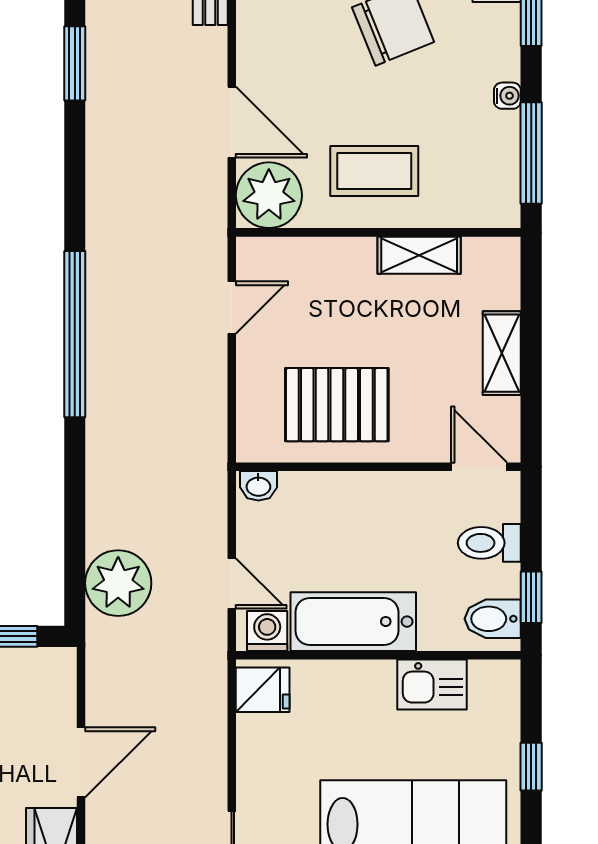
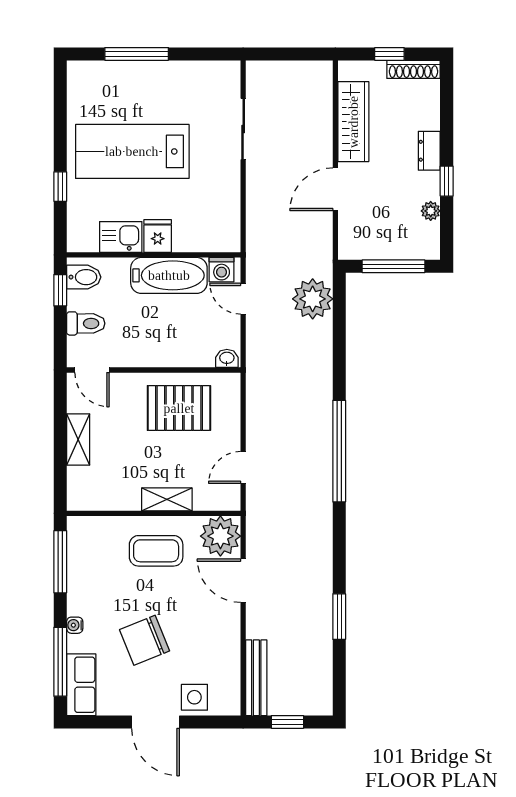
water cooler: (507, 96) -> (75, 625), moved
shelving: (419, 255) -> (167, 499), moved
fridge: (263, 690) -> (158, 236), moved, turned 90

